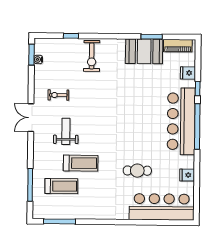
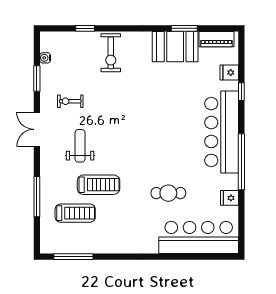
window: (32, 55) -> (37, 78), moved
window: (197, 126) -> (241, 162), moved
window: (30, 185) -> (37, 197), moved

